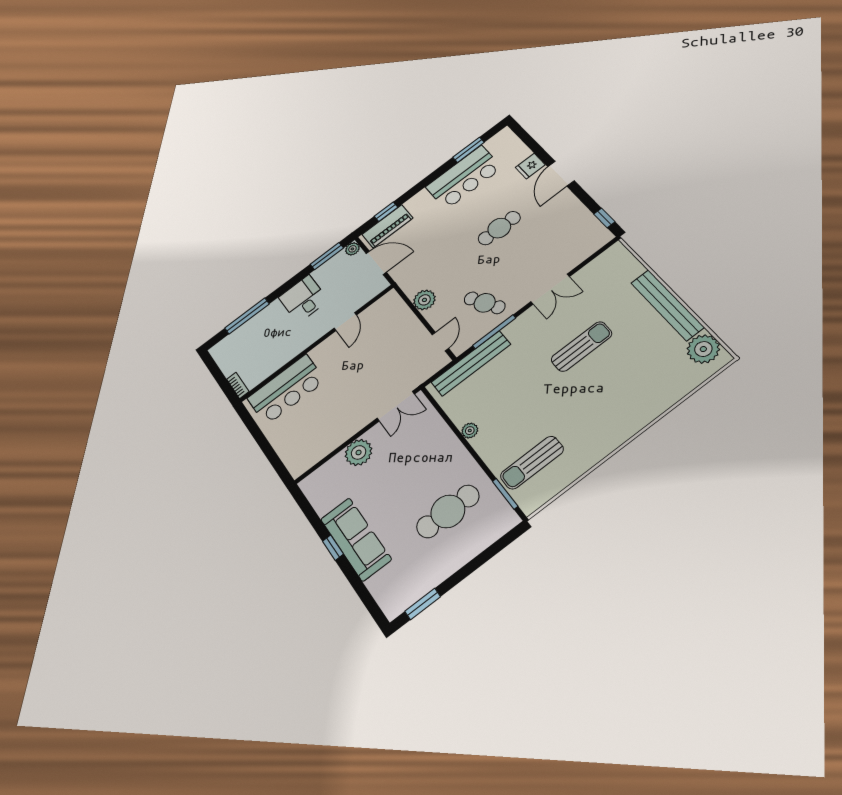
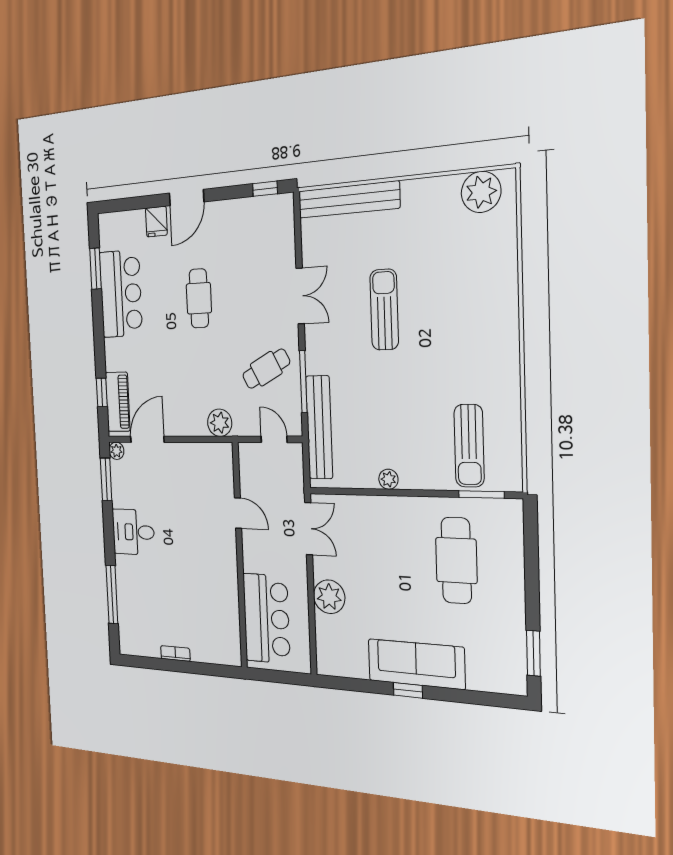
door: (561, 174) -> (187, 198), hinge flipped
bench: (667, 305) -> (349, 200), moved
door: (345, 322) -> (238, 513), moved
wall: (317, 343) -> (240, 556), moved
bar counter: (286, 390) -> (266, 619), moved

